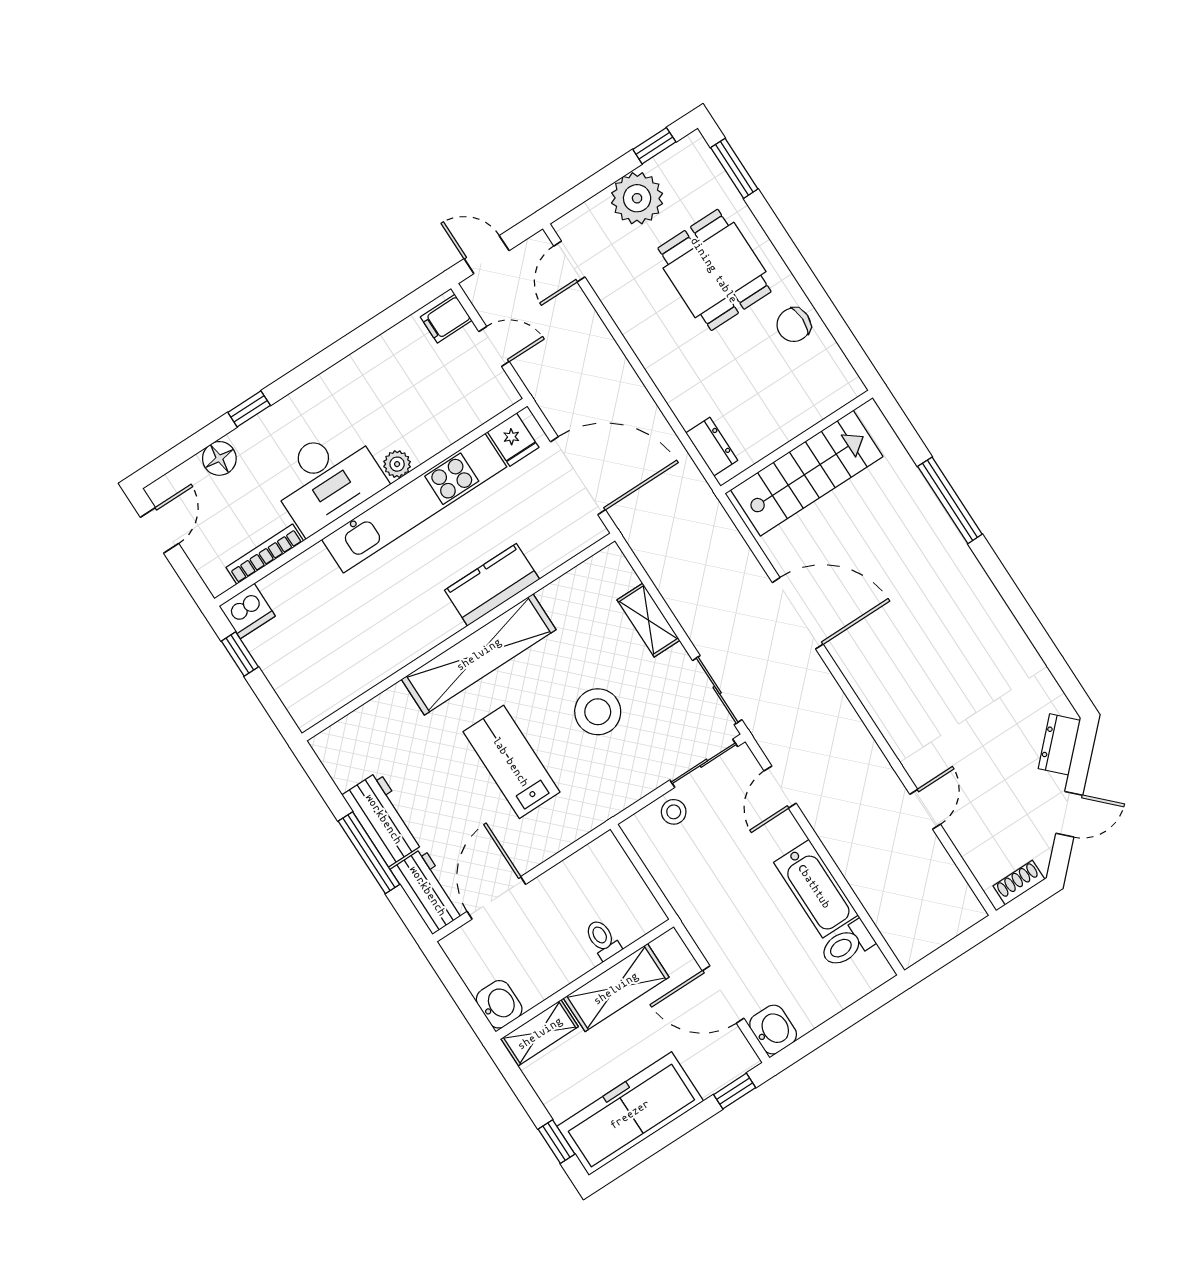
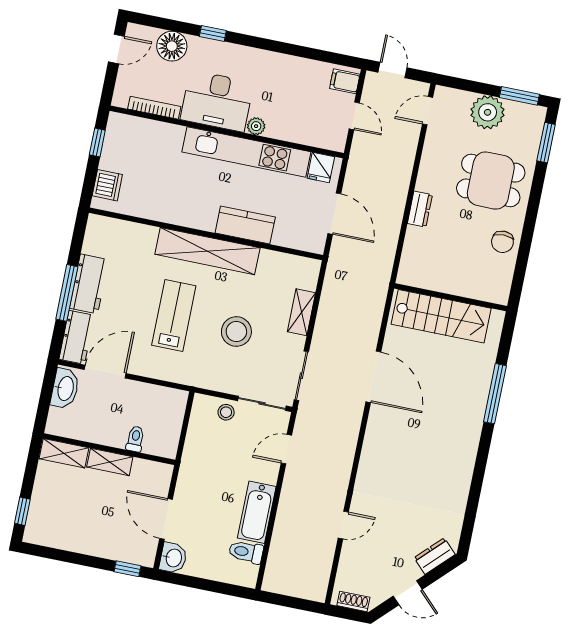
window: (654, 146) -> (519, 96), width x1.50
dining table: (714, 270) -> (491, 181), turned 90
chair: (794, 325) -> (502, 242), turned -90
dresser: (712, 447) -> (420, 209), moved
floor lamp: (219, 458) -> (172, 46), width x1.38, depth x1.38
door: (578, 476) -> (334, 214), width x0.73
dishwasher: (247, 611) -> (107, 185), moved, turned -90
shelving: (616, 988) -> (110, 462), width x0.67, depth x0.75
washbasin: (499, 1004) -> (65, 388), moved, width x1.38
freezer: (630, 1114) -> (69, 532), removed

